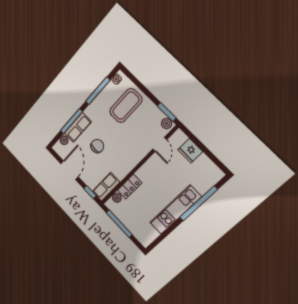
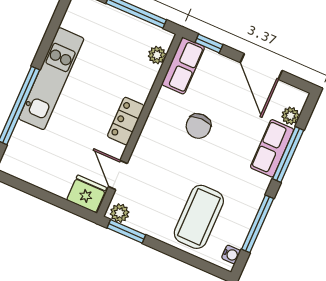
chair: (97, 146) -> (198, 126), moved
fridge: (190, 151) -> (87, 194), moved
locker: (130, 187) -> (126, 121), moved

